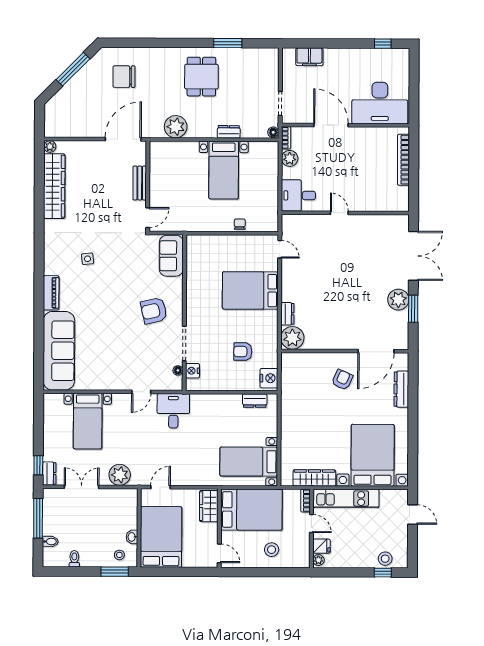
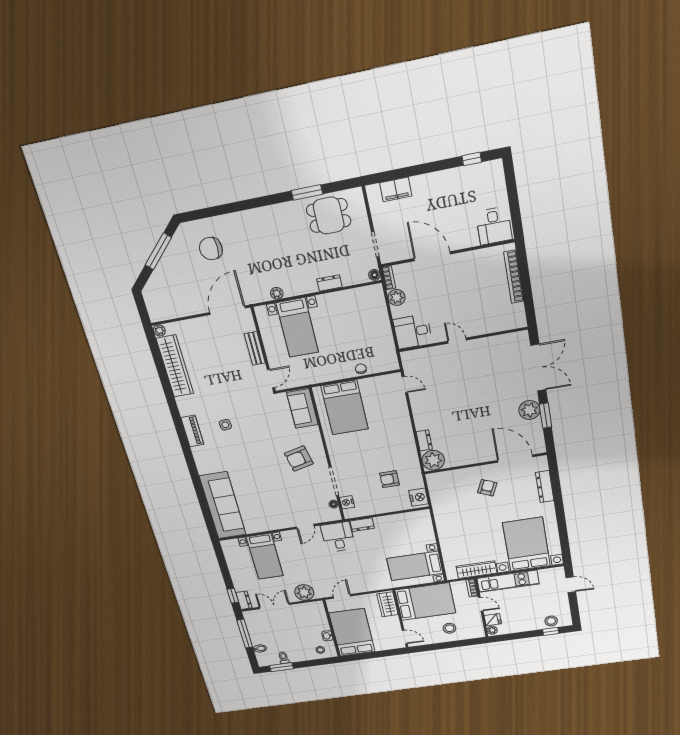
dining table: (201, 77) -> (329, 216), moved, turned 90
desk: (380, 103) -> (494, 226), width x0.53, depth x0.77
plant: (176, 127) -> (277, 293), width x0.53, depth x0.53
bed with nightstands: (224, 170) -> (297, 328), moved
bed: (250, 291) -> (345, 407), moved, turned -90
piano: (51, 293) -> (192, 431), moved
door: (376, 351) -> (515, 459), swing flipped
dresser: (255, 401) -> (362, 525), moved
window: (115, 572) -> (281, 667), moved

